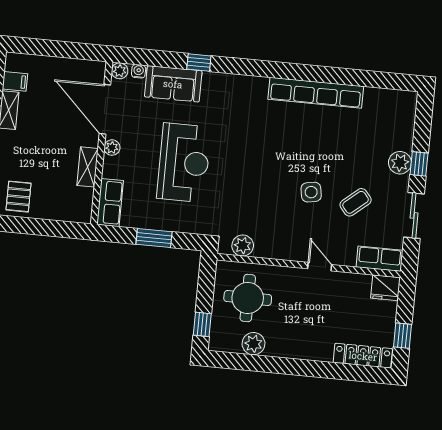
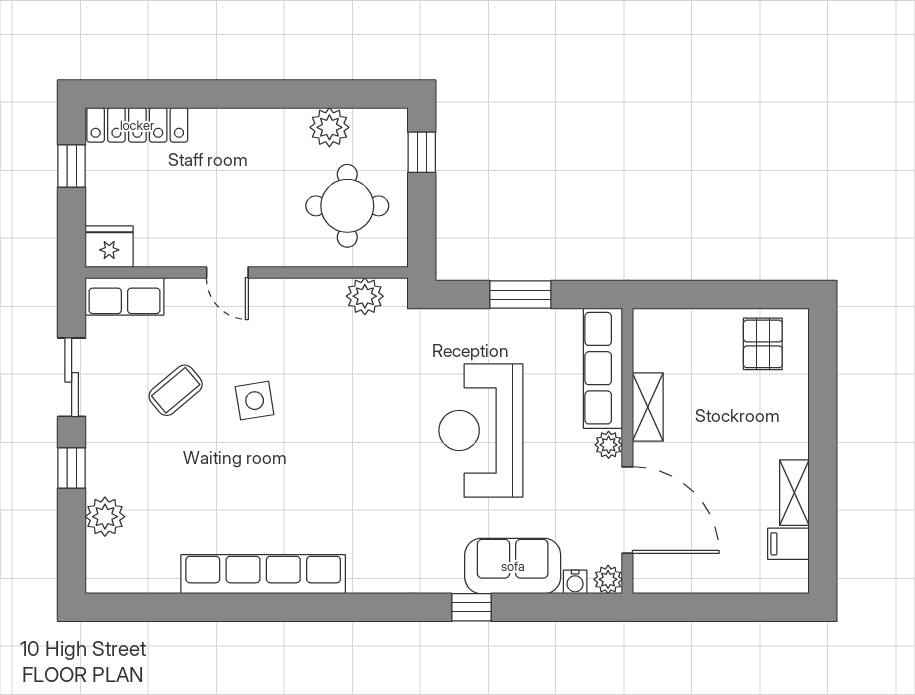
plant: (400, 163) -> (105, 517), moved
row of seats: (110, 203) -> (603, 368), width x1.48

